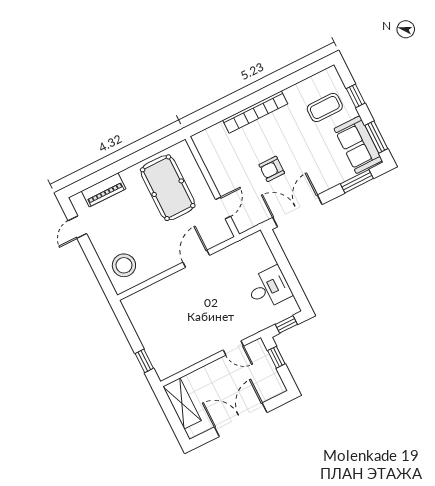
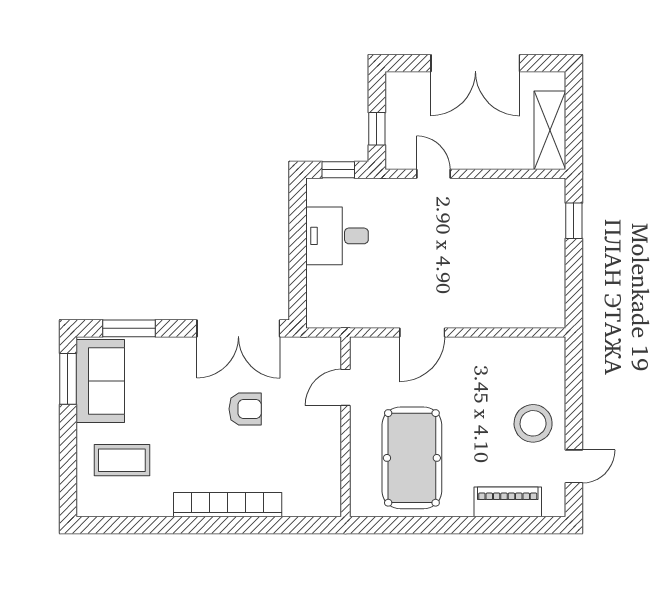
window: (356, 96) -> (68, 455), removed
stool: (124, 265) -> (533, 423), moved

